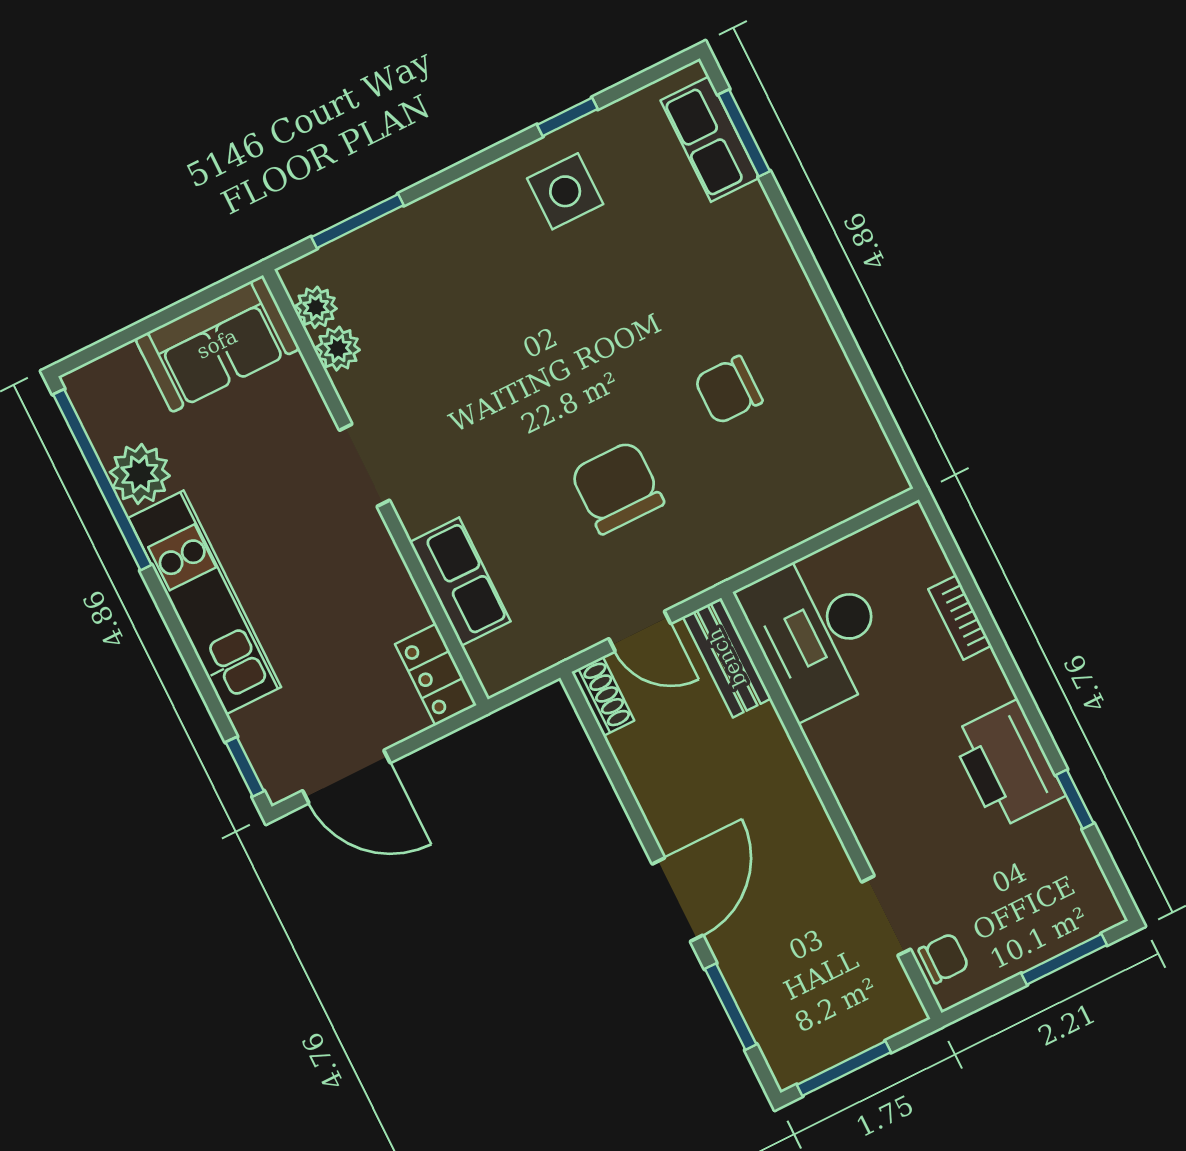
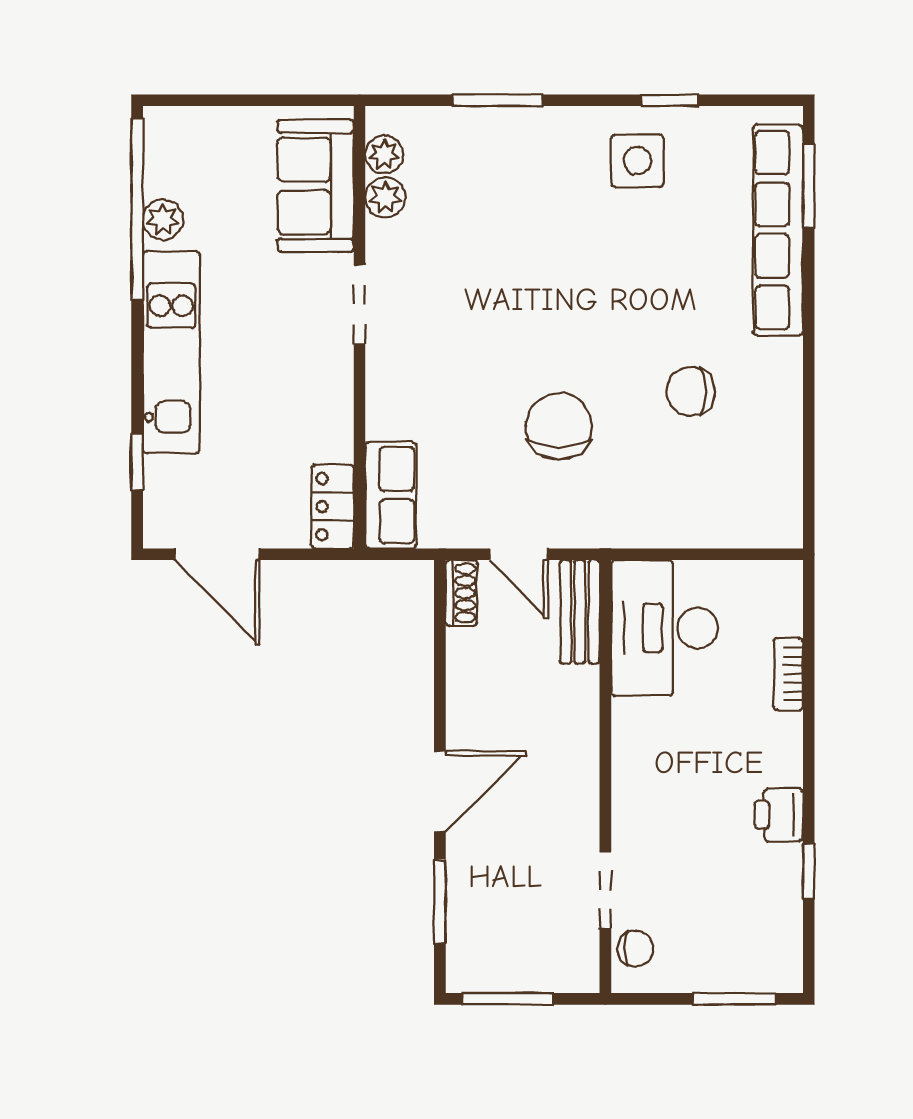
row of seats: (710, 139) -> (778, 230), width x2.02
window: (357, 221) -> (497, 100), moved
sofa: (217, 344) -> (316, 186), moved, turned 90
plant: (140, 474) -> (163, 220), width x0.73, depth x0.73
row of seats: (460, 582) -> (391, 495), moved
printer: (1007, 764) -> (779, 815), width x0.53, depth x0.68
window: (245, 767) -> (137, 462), moved

